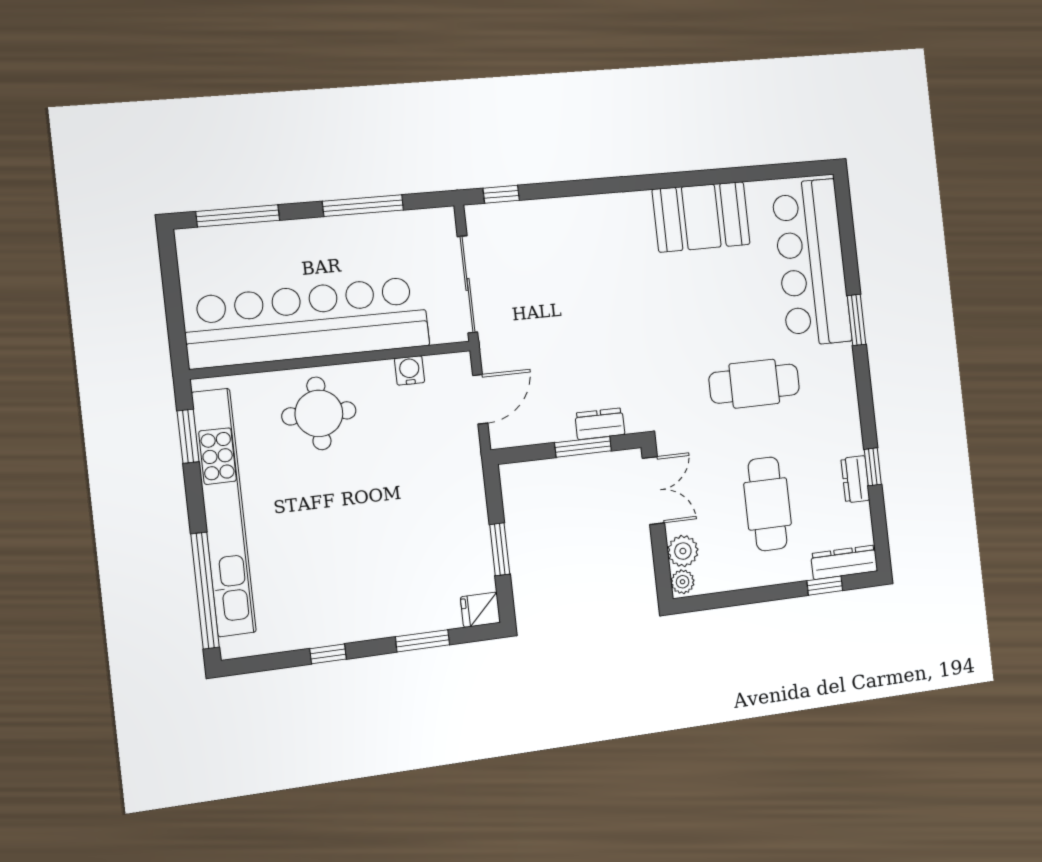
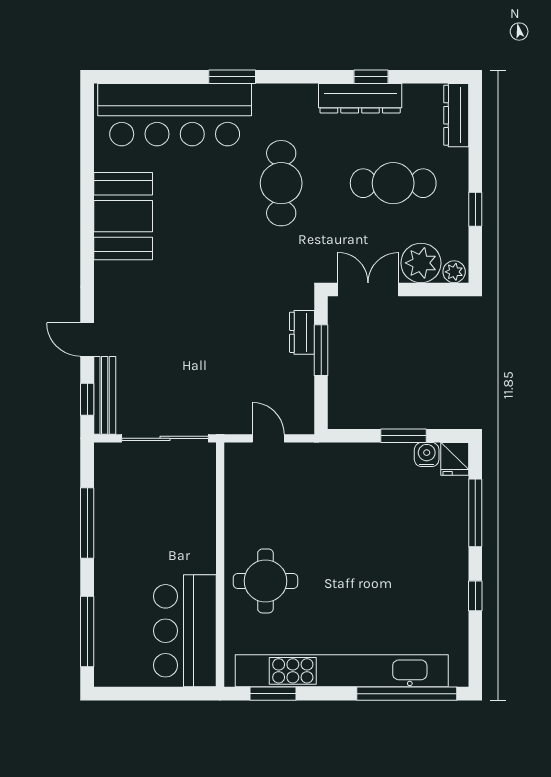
door: (566, 189) -> (87, 339), added
bench: (507, 213) -> (105, 395), added
bar counter: (307, 322) -> (185, 631), width x0.54
water cooler: (409, 370) -> (427, 455), moved, turned 90
door: (480, 399) -> (268, 438), width x0.73
dresser: (855, 479) -> (360, 98), width x1.96, depth x1.24
plant: (683, 551) -> (421, 263), width x1.36, depth x1.36
window: (825, 586) -> (475, 209), moved
window: (423, 641) -> (475, 513), width x1.44

